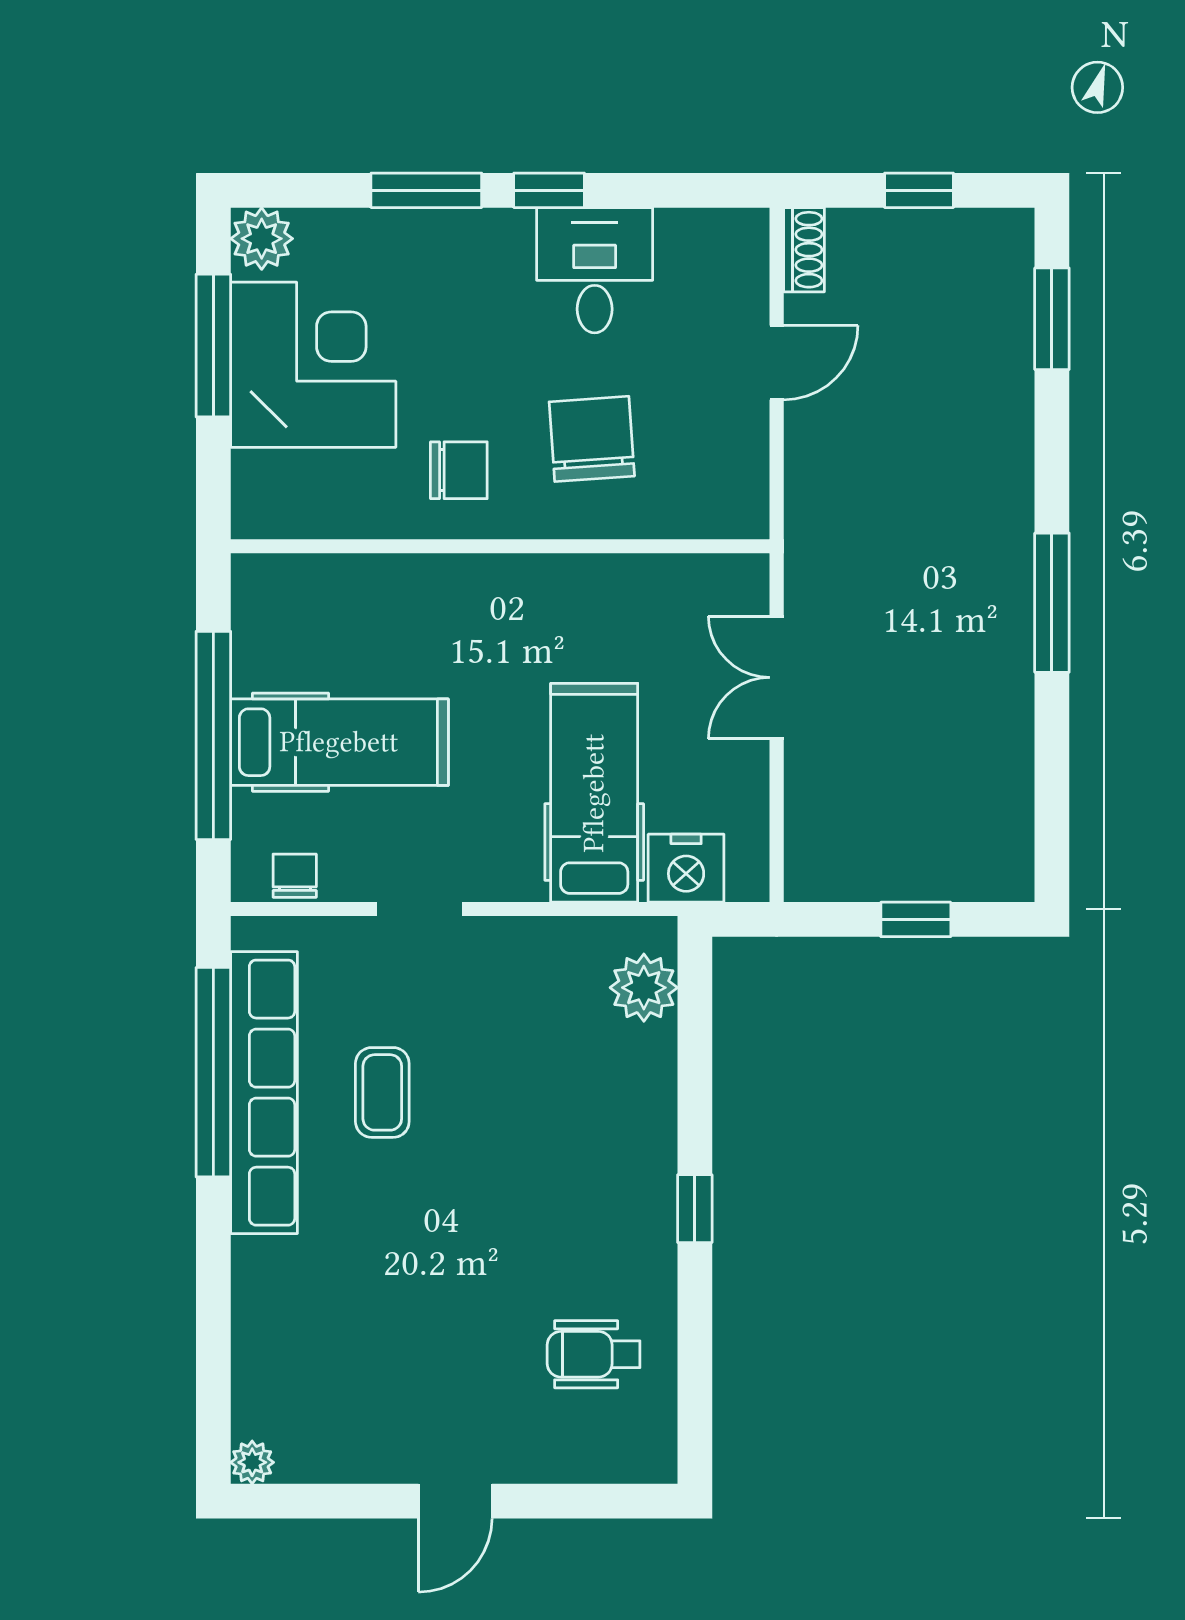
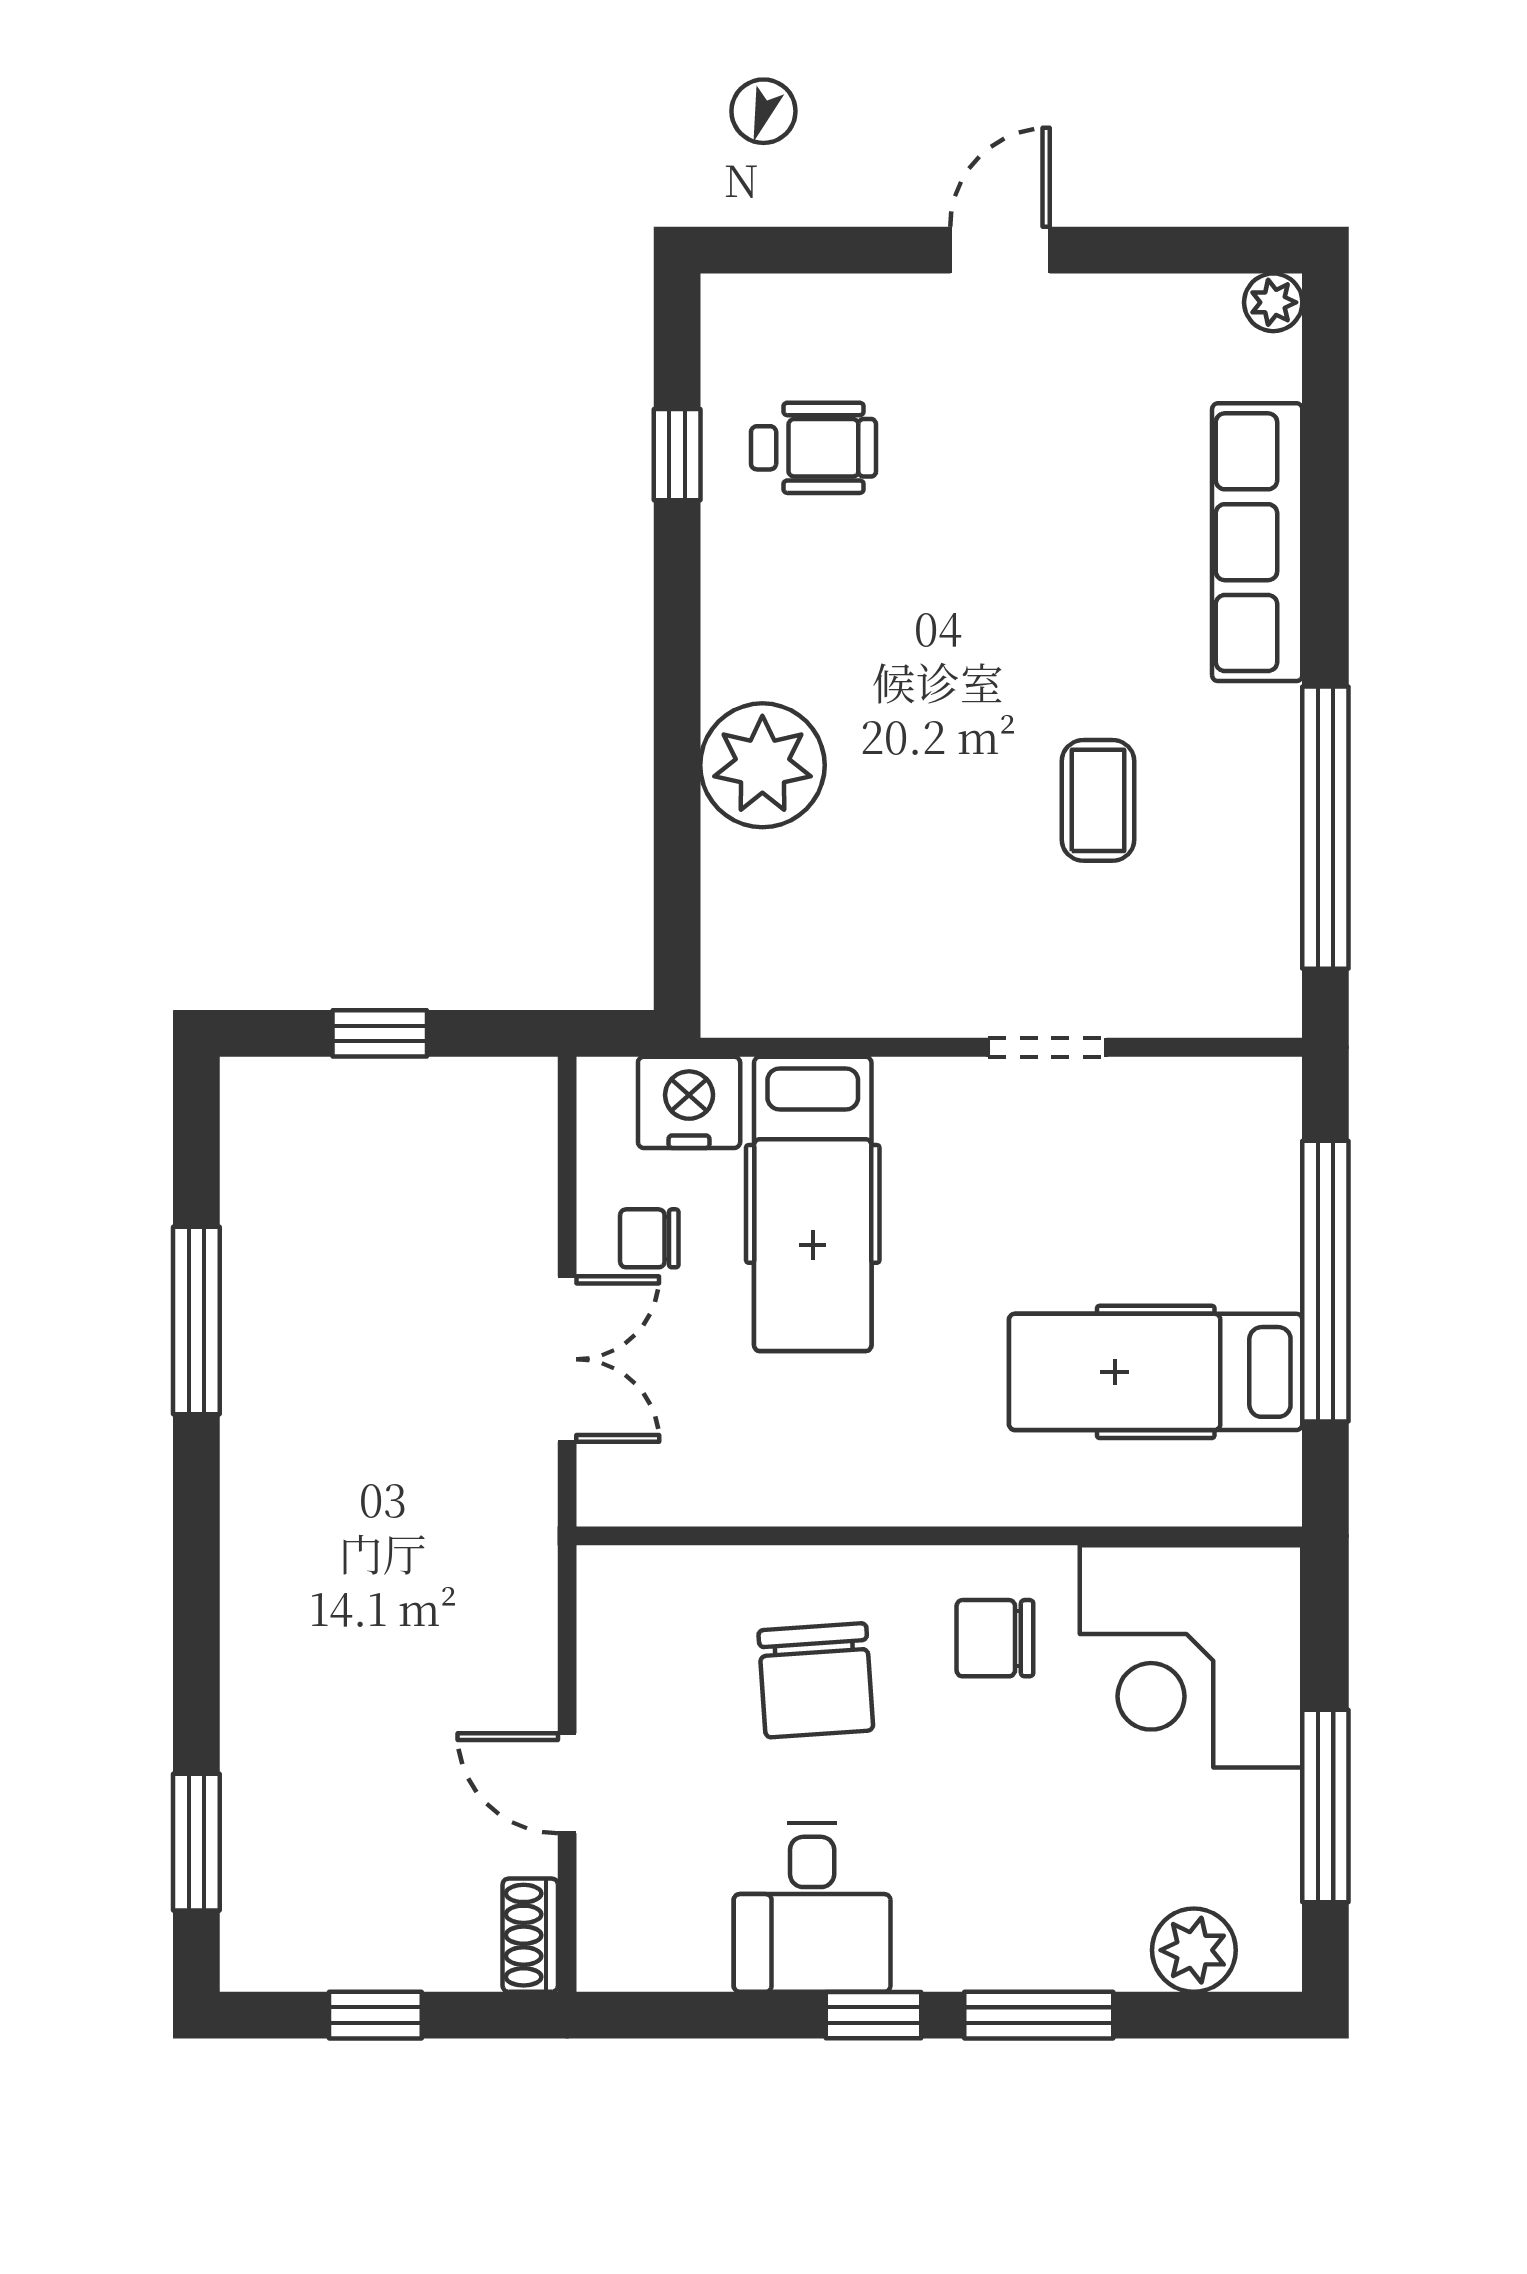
plant: (262, 239) -> (1194, 1950), moved
door: (777, 363) -> (567, 1783), hinge flipped
corner desk: (313, 365) -> (1191, 1656), moved
window: (1052, 603) -> (196, 1320), moved
hospital bed: (339, 742) -> (1156, 1372), moved
chair: (295, 876) -> (649, 1238), moved, turned 90
plant: (644, 988) -> (762, 765), moved, width x1.36, depth x1.36
row of seats: (264, 1093) -> (1257, 542), moved, width x0.73
window: (695, 1209) -> (677, 455), moved

